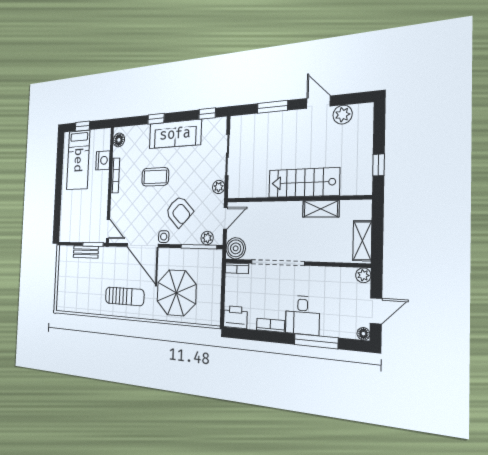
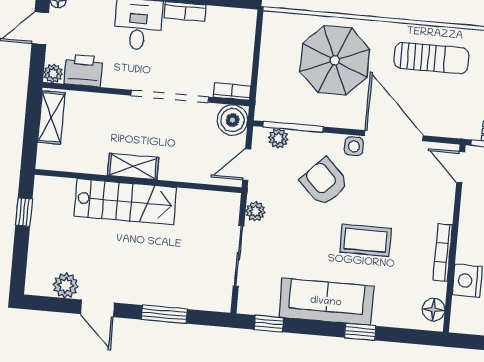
shelving: (321, 209) -> (133, 166), moved
sun lounger: (125, 296) -> (431, 58), turned 180
printer: (235, 317) -> (83, 70), moved, turned 180

